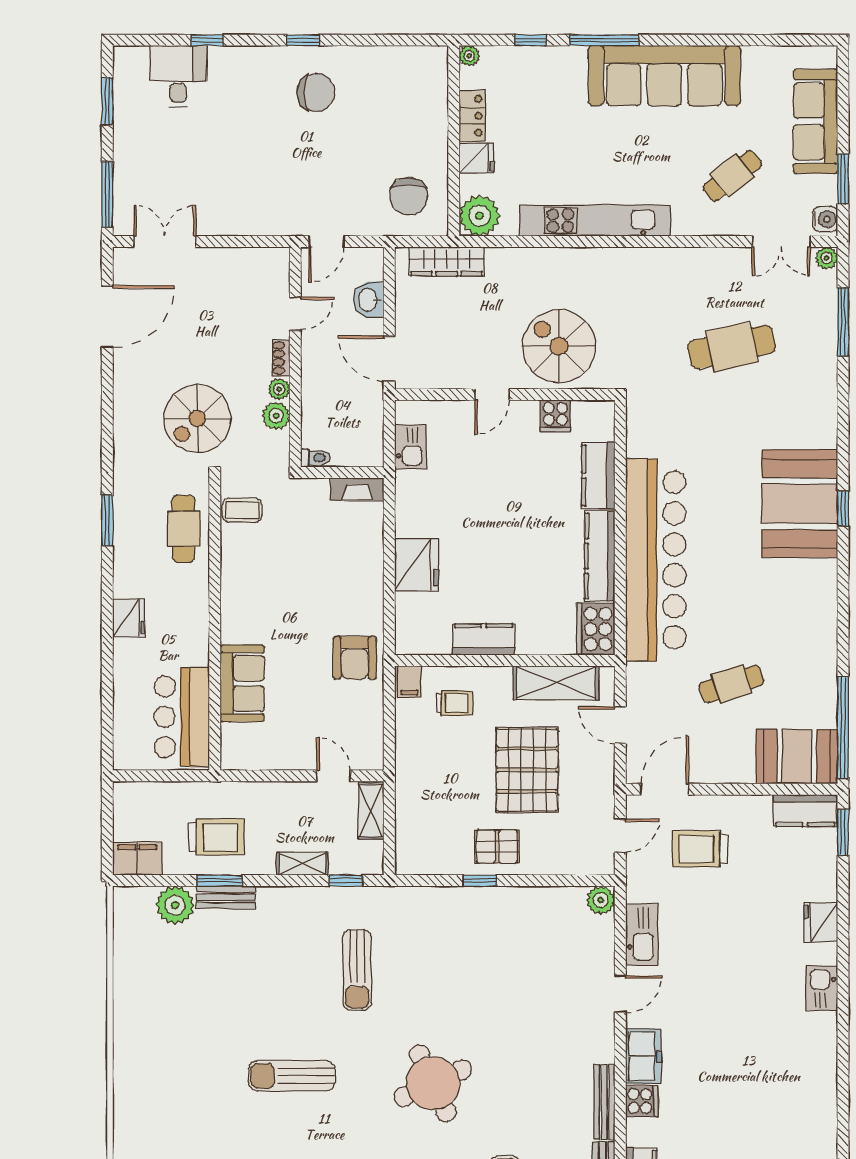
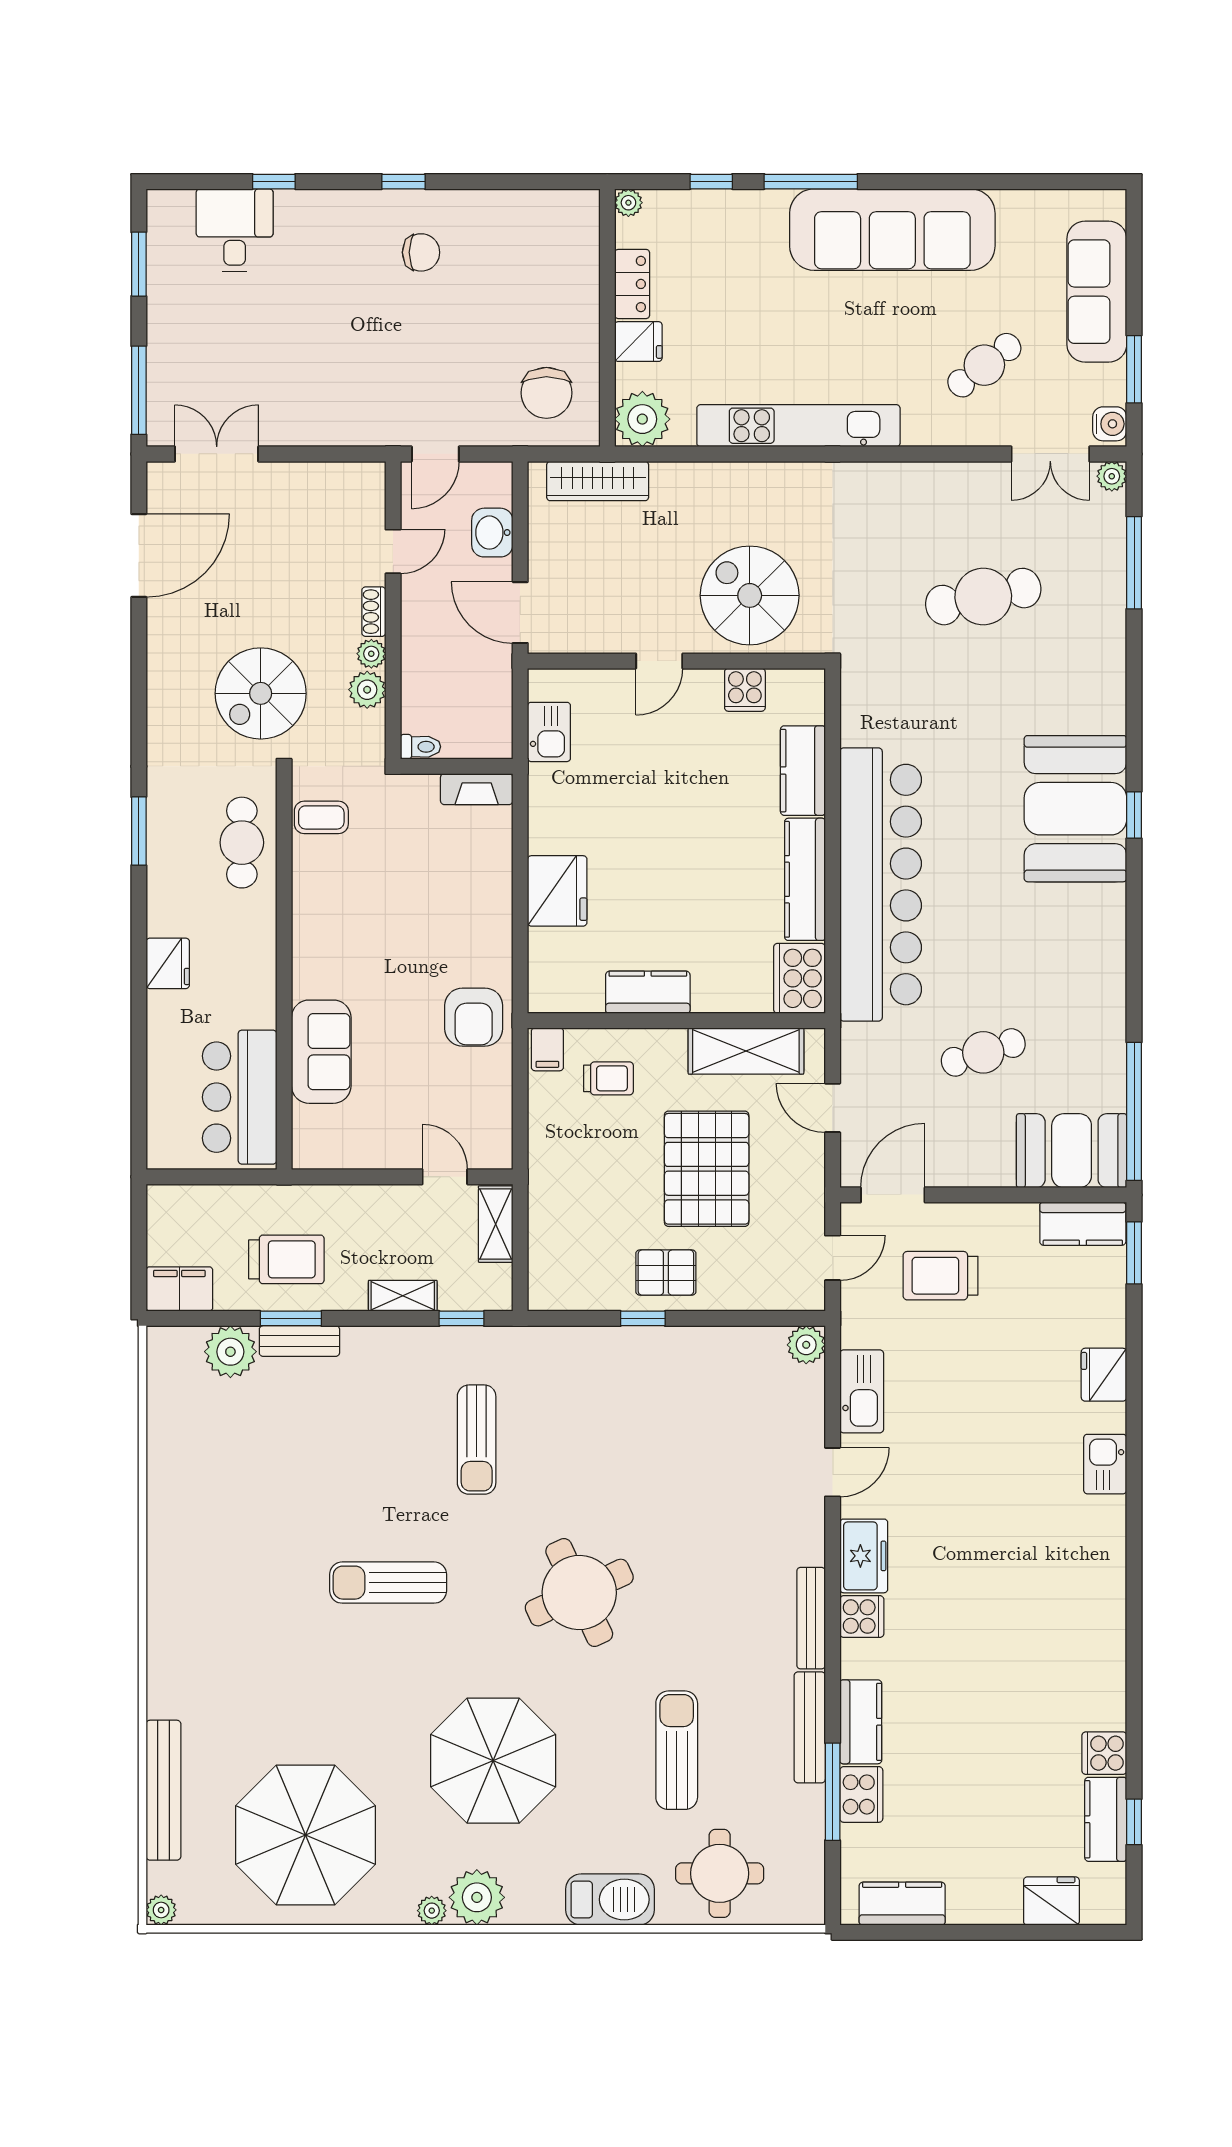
chair: (316, 93) -> (421, 252), width x0.73, depth x0.73

